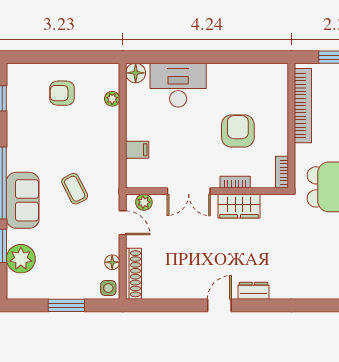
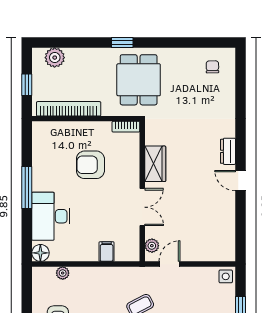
window: (211, 57) -> (27, 188), added
bookcase: (235, 182) -> (134, 167), removed
floor lamp: (112, 262) -> (203, 273), removed
shoe rack: (134, 274) -> (213, 255), removed

